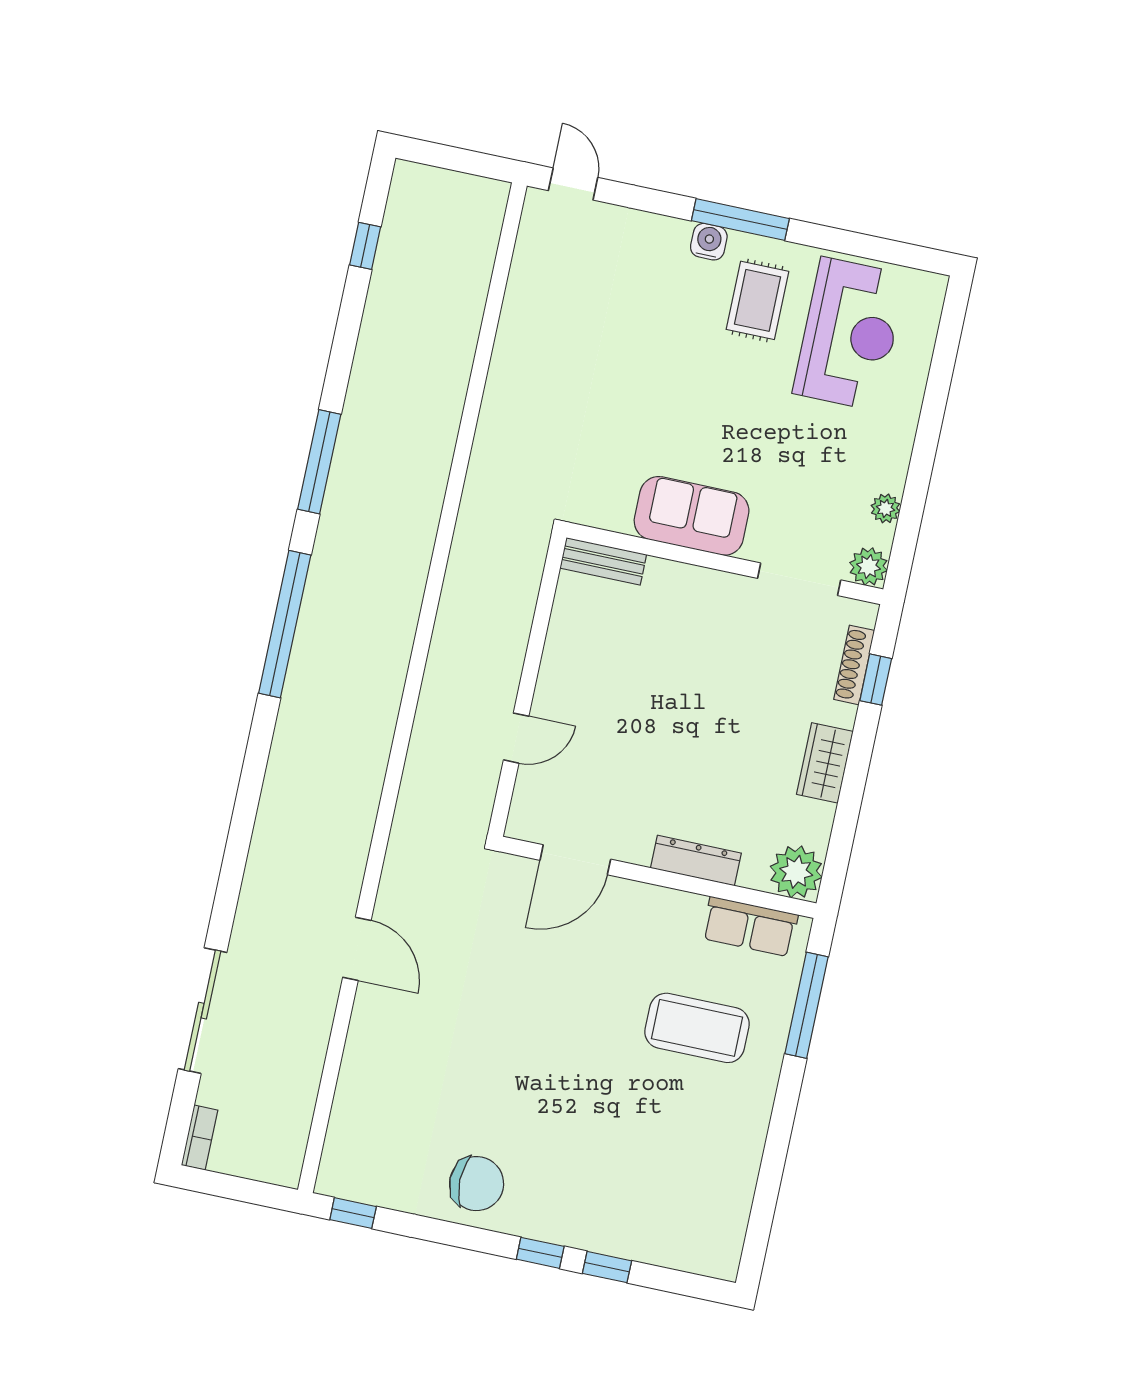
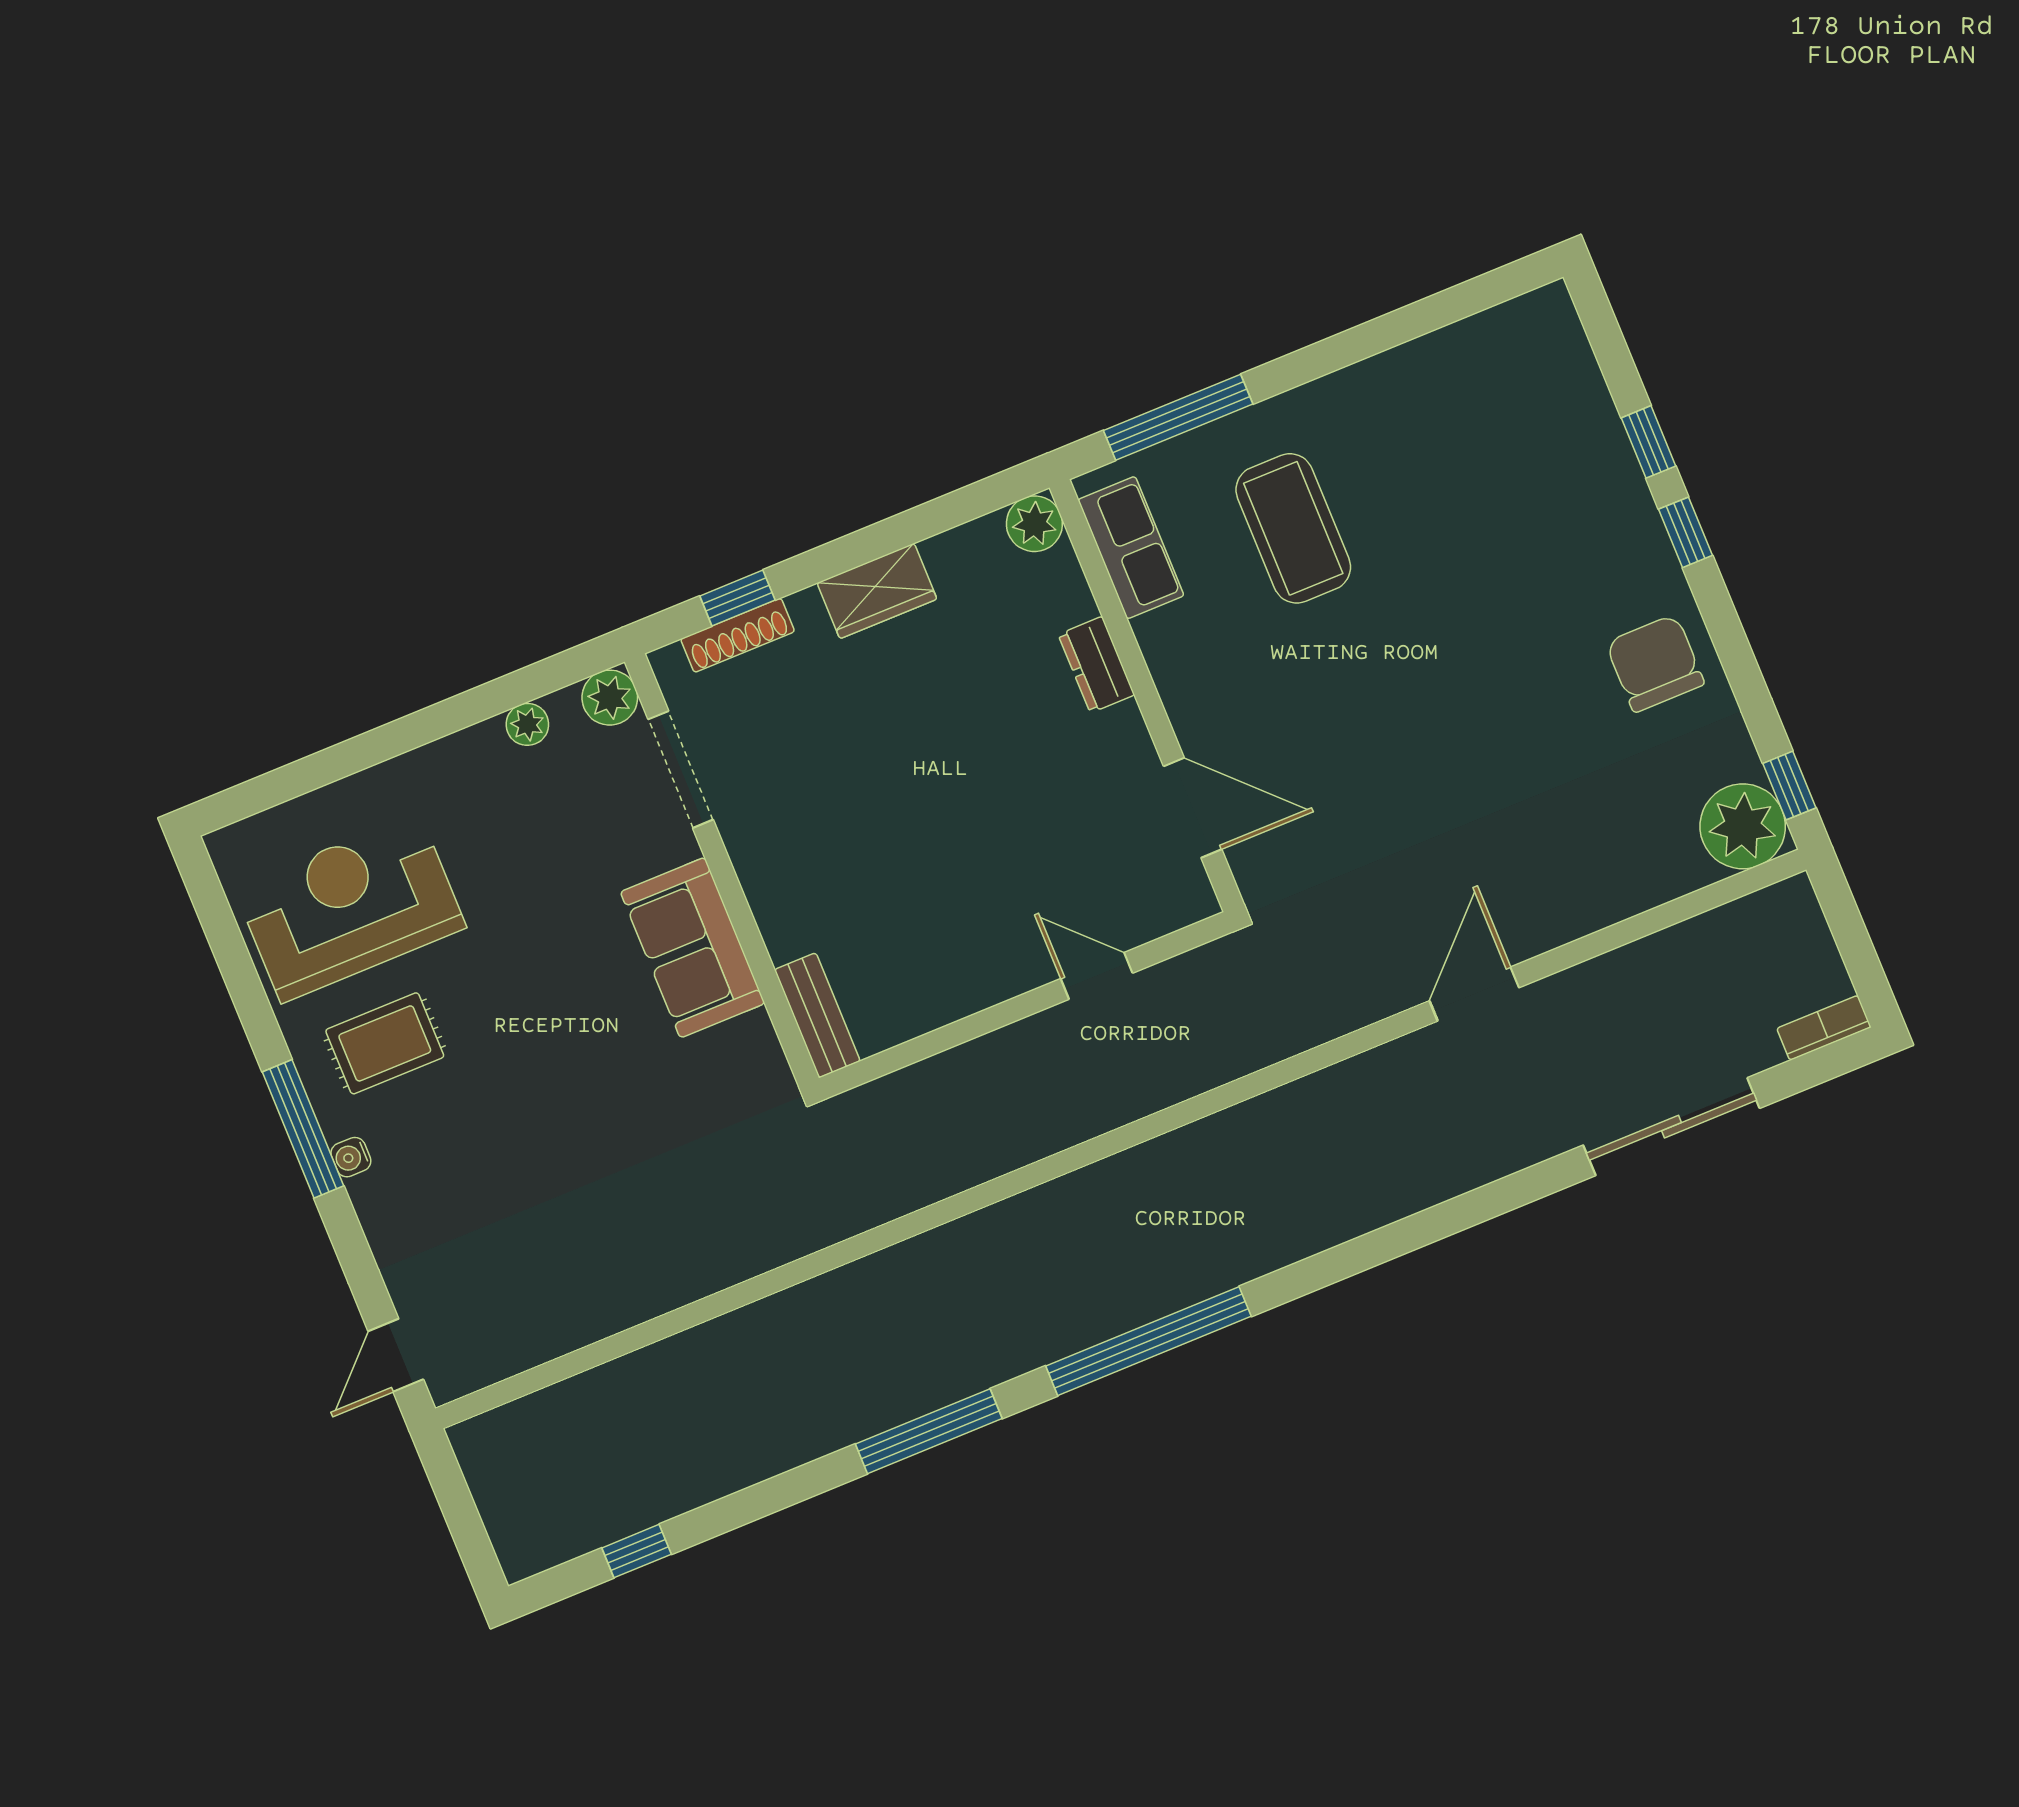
water cooler: (709, 242) -> (351, 1157), width x0.72, depth x0.72
dresser: (696, 861) -> (1096, 665), width x0.70
plant: (796, 872) -> (1034, 524), width x0.73, depth x0.73
plant: (348, 1170) -> (1743, 826), added

